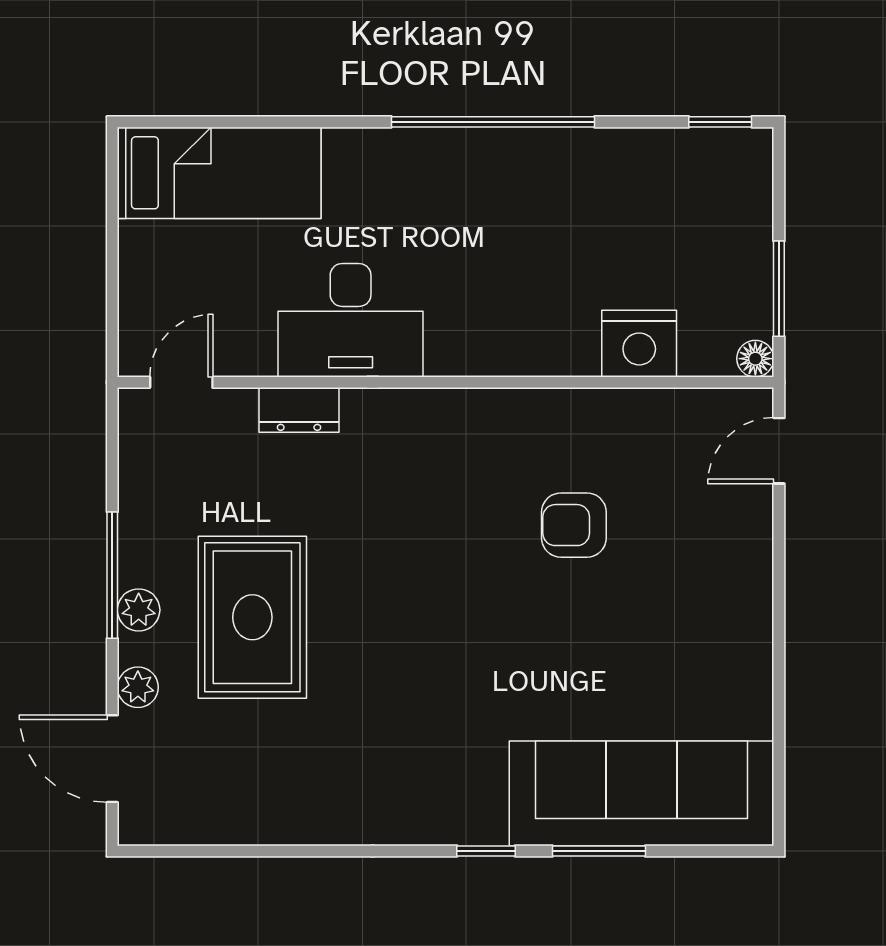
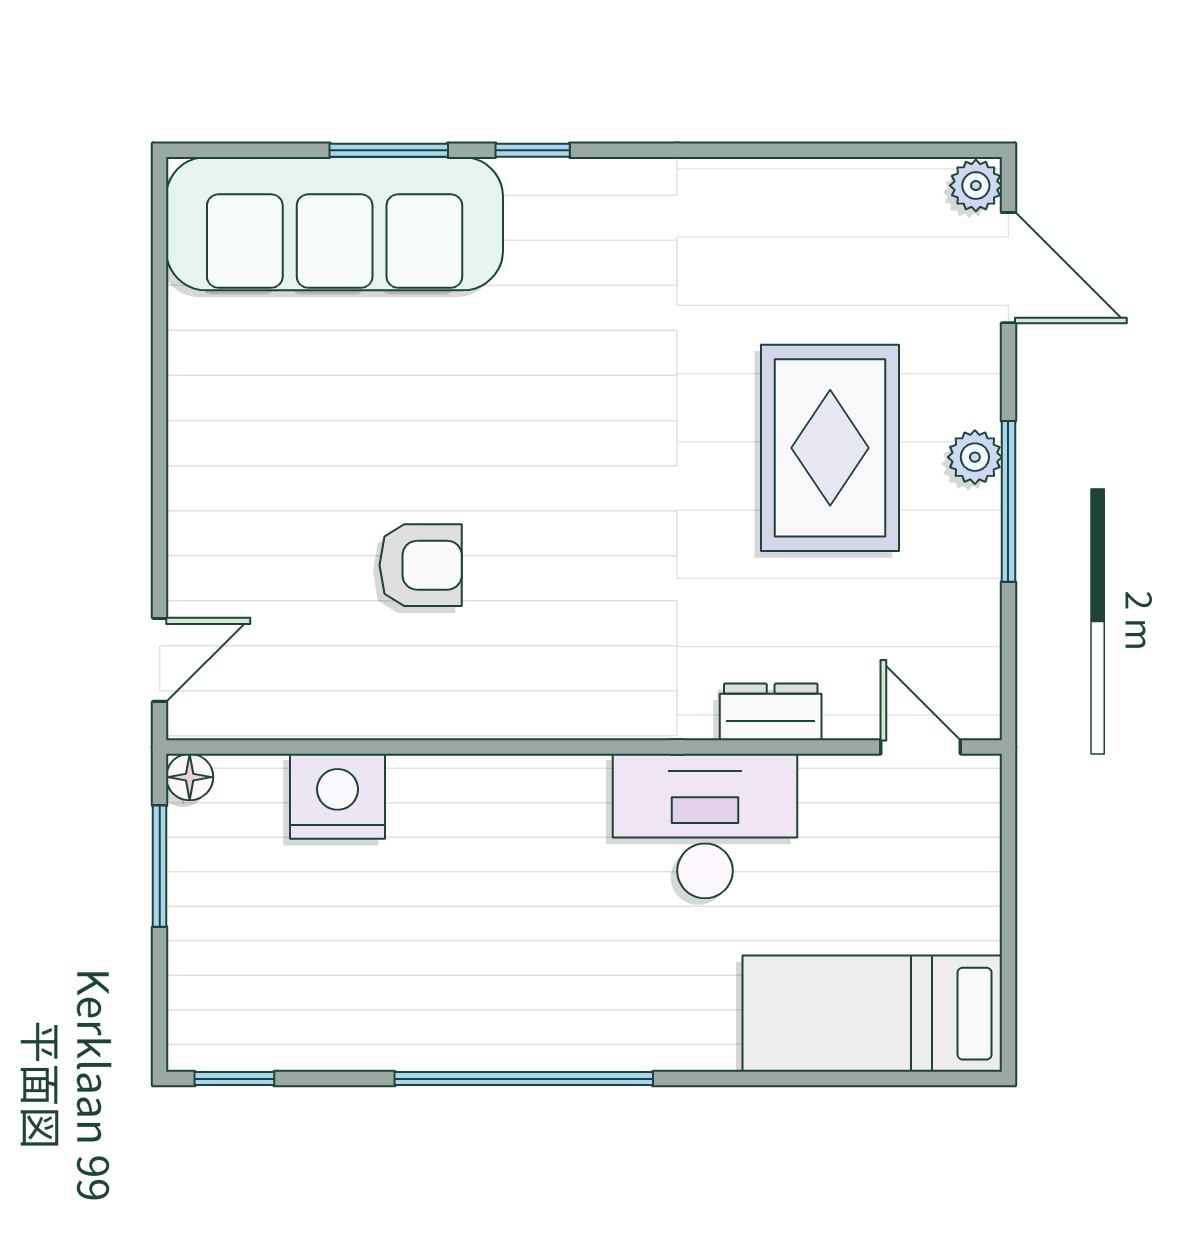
door: (181, 382) -> (921, 747), swing flipped
plant: (138, 687) -> (976, 186), moved

